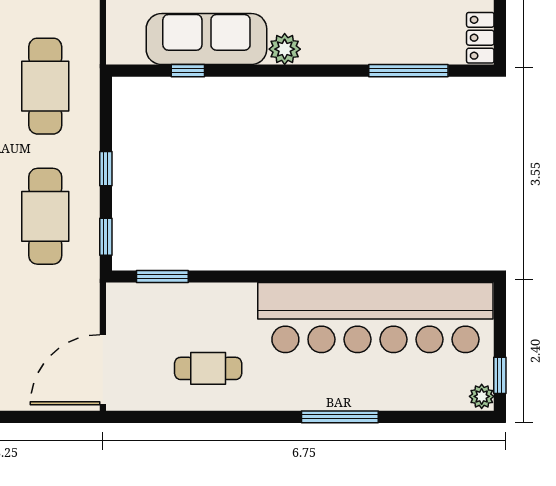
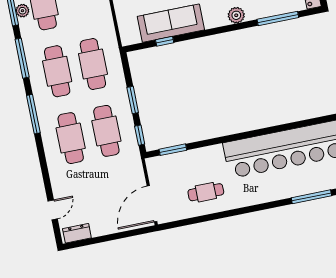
plant: (285, 49) -> (236, 15), moved
window: (106, 169) -> (133, 100), width x1.50
window: (340, 417) -> (311, 197), moved

